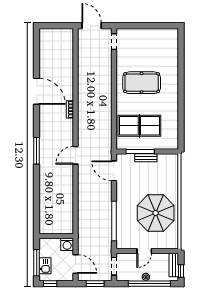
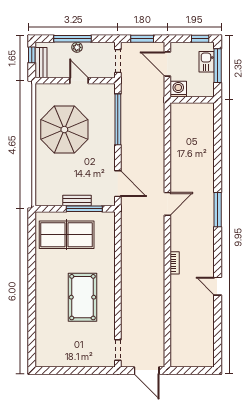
pool table: (142, 83) -> (82, 297), turned 90
door: (37, 91) -> (218, 286), width x0.53
table tennis table: (139, 126) -> (67, 235), moved
door: (144, 251) -> (79, 81), hinge flipped
window: (149, 284) -> (72, 39), width x0.68

